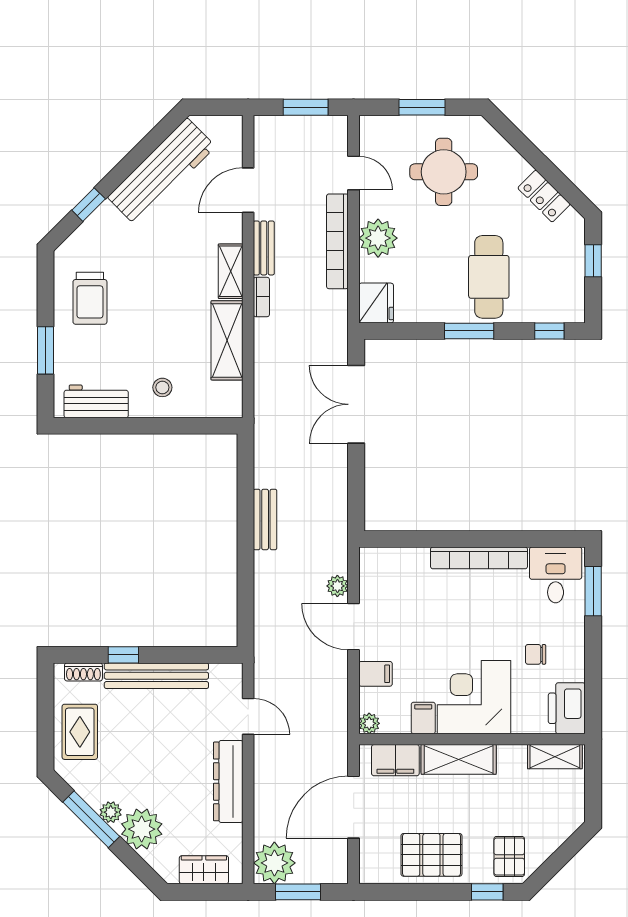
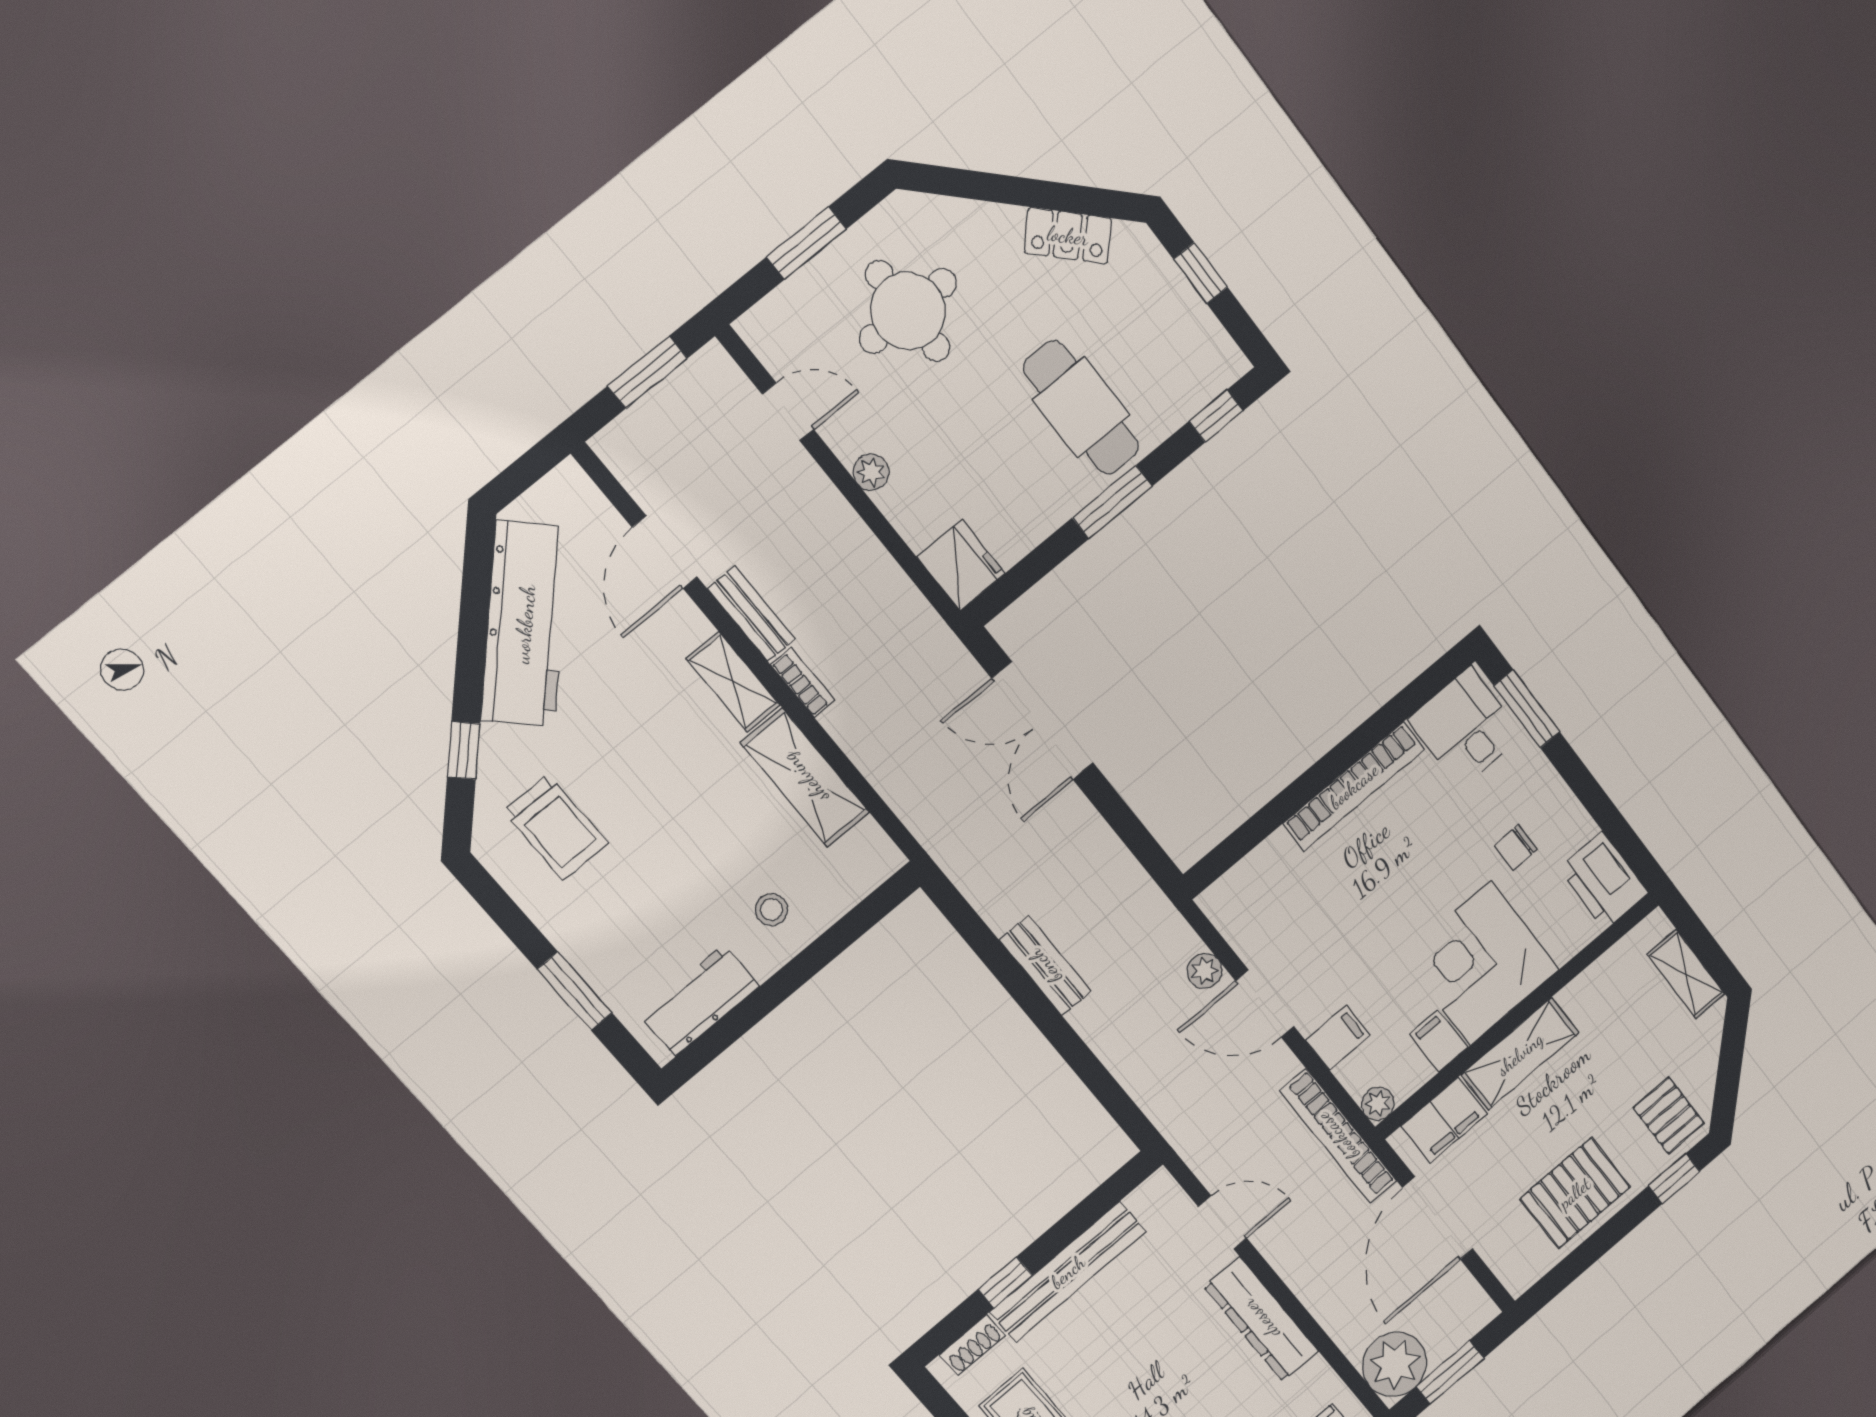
plant: (378, 238) -> (871, 472), width x0.53, depth x0.53
bookcase: (337, 241) -> (1338, 1136), moved
trolley: (90, 298) -> (556, 827), moved
shelving: (555, 757) -> (1686, 974), moved, turned 90

